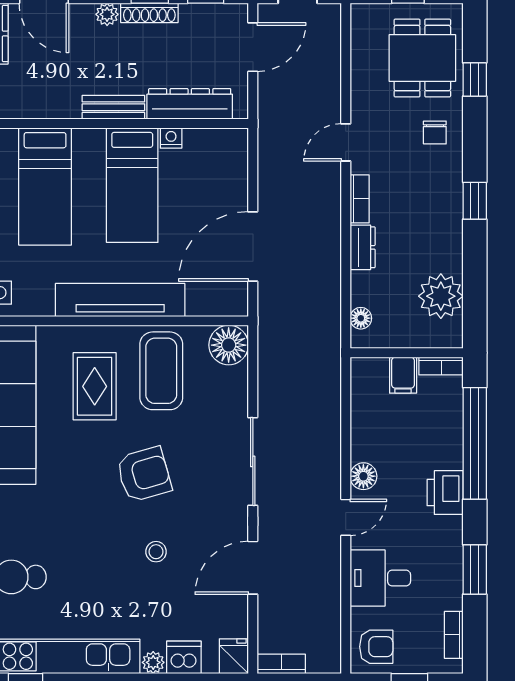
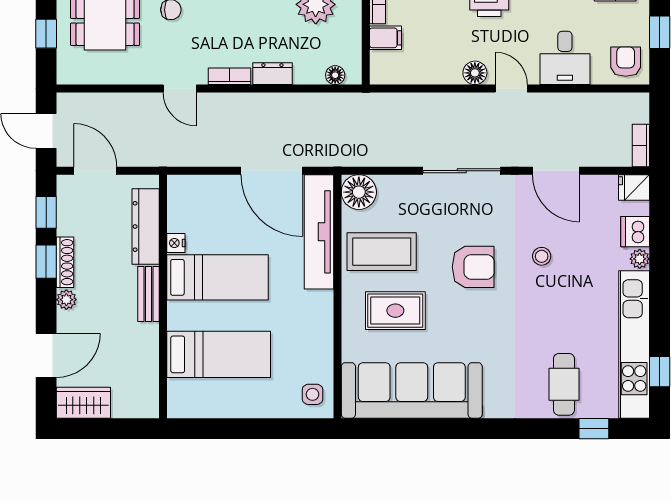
tv unit: (120, 300) -> (319, 232), moved
armchair: (144, 474) -> (473, 267), turned 106

